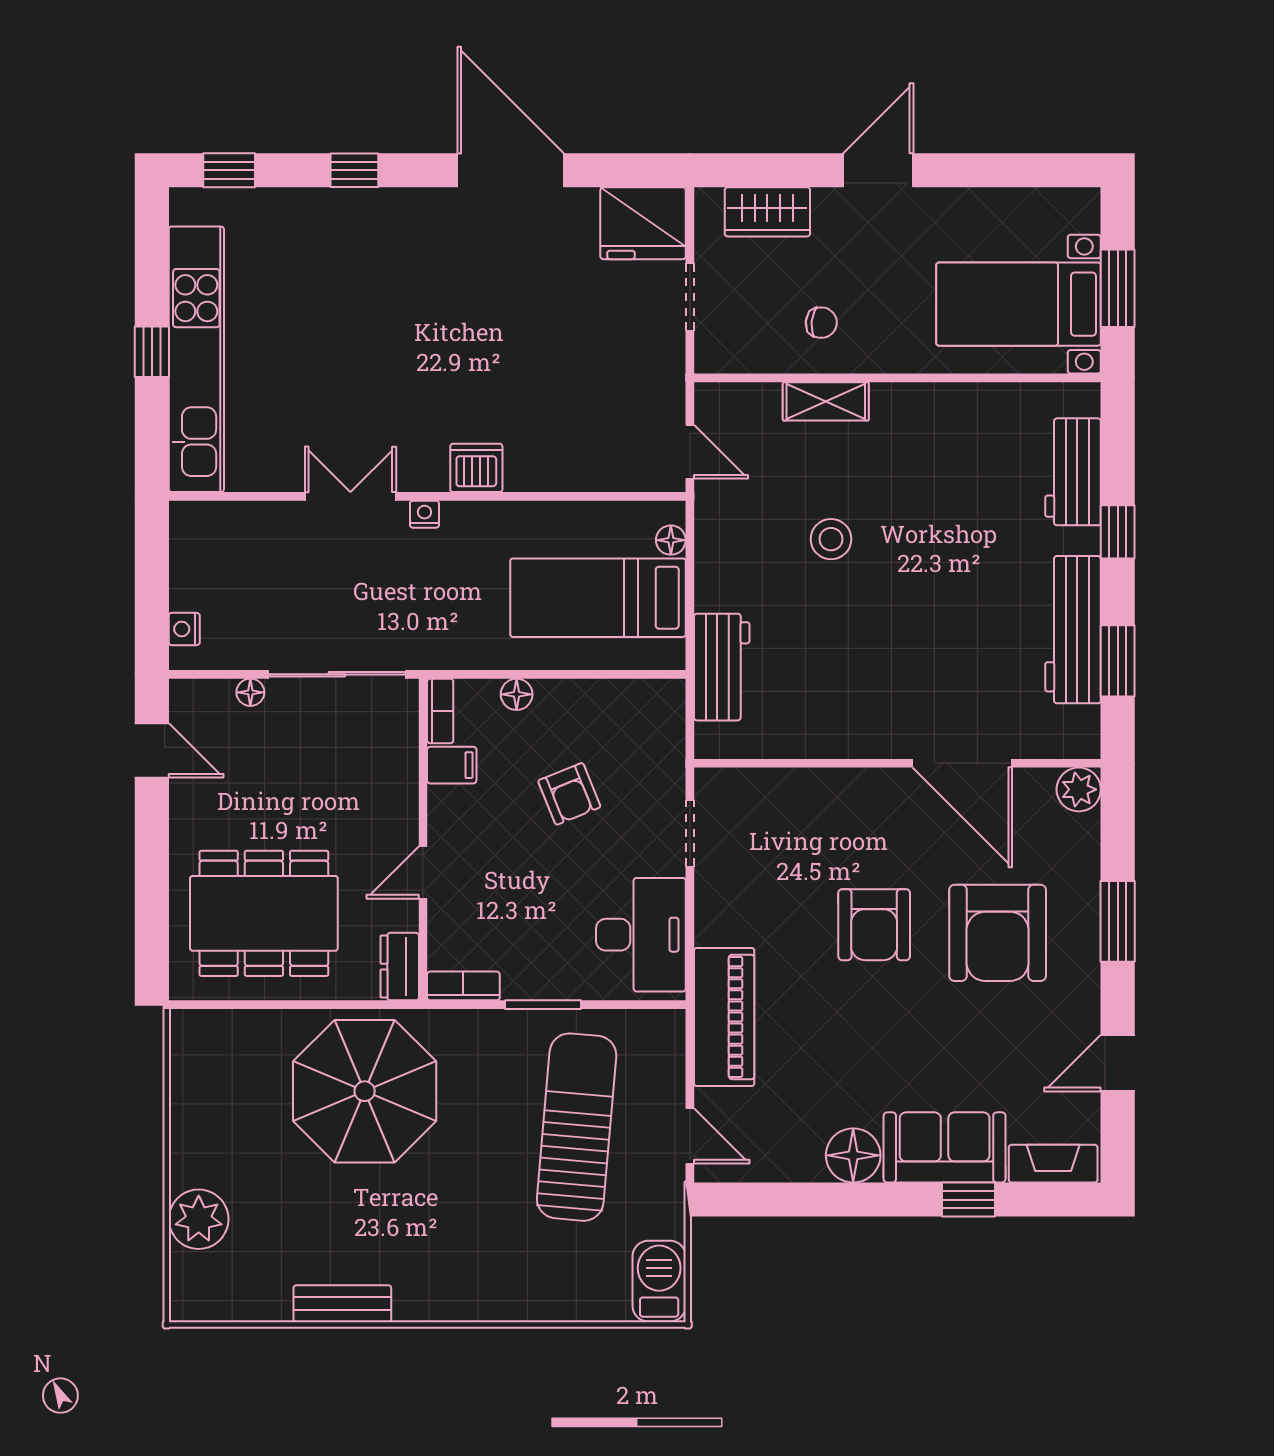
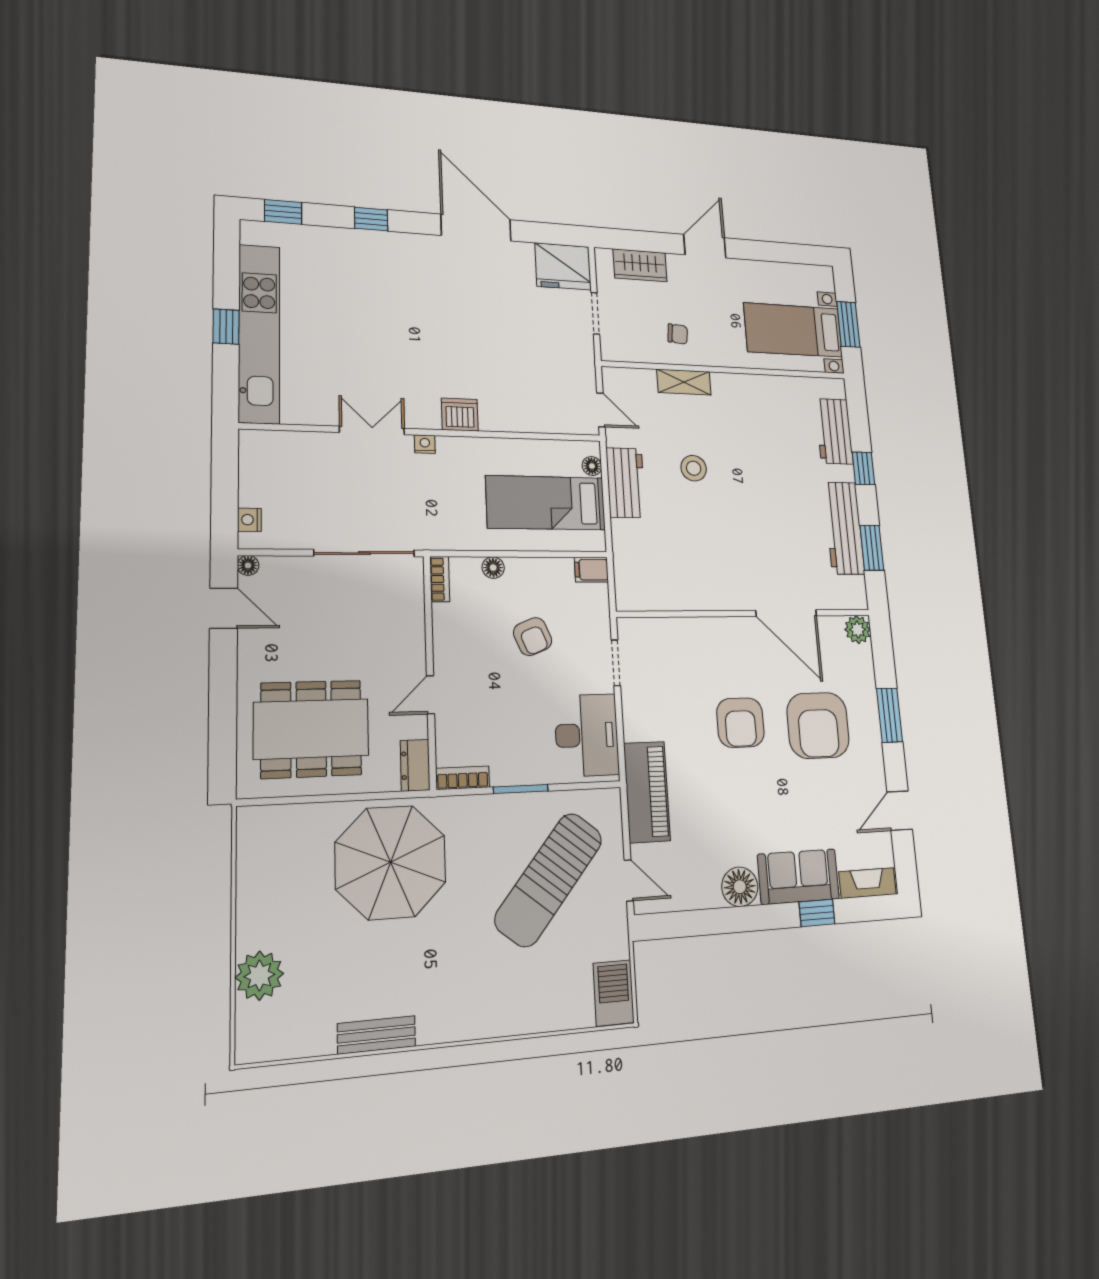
workbench: (722, 667) -> (626, 483), moved
floor lamp: (250, 692) -> (248, 565), moved
filing cabinet: (452, 765) -> (591, 570), moved, turned 180
sun lounger: (577, 1127) -> (549, 879), turned -146

